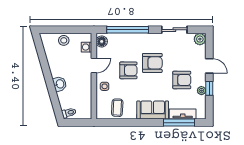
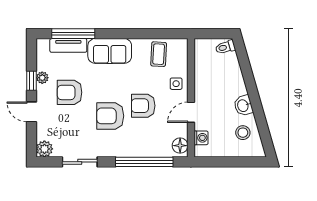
stool: (64, 40) -> (243, 133), moved
washbasin: (60, 84) -> (243, 106), moved

